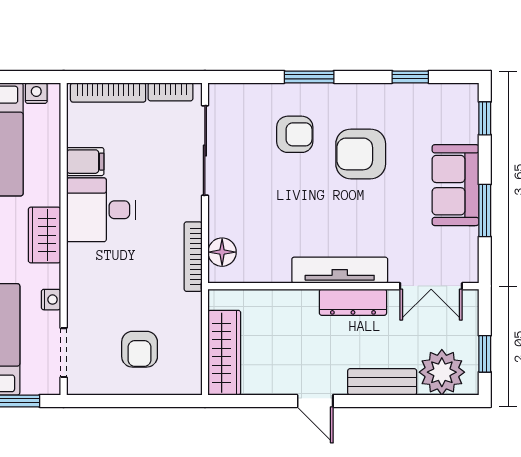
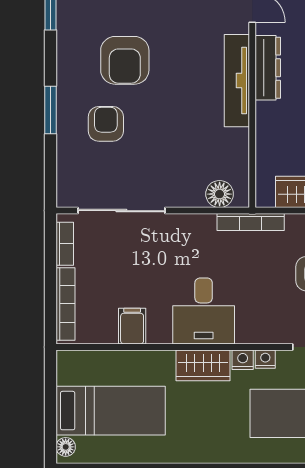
nightstand: (36, 93) -> (243, 360), moved, turned 90
desk: (101, 210) -> (204, 311), moved
bookcase: (193, 257) -> (251, 222), moved

